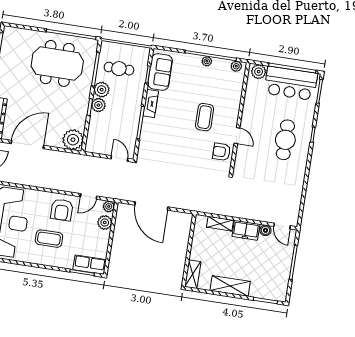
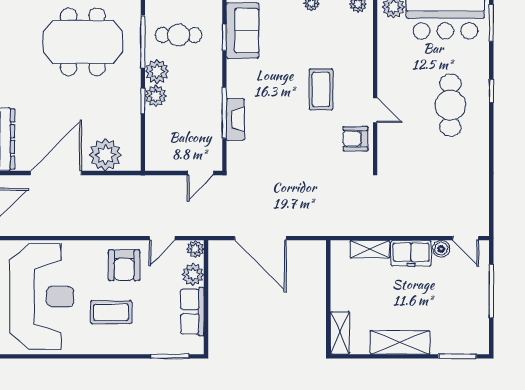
fireplace: (151, 103) -> (235, 119), moved
plant: (73, 140) -> (105, 155), moved
door: (119, 159) -> (200, 173), swing flipped
row of seats: (90, 265) -> (192, 312), moved, turned -90

